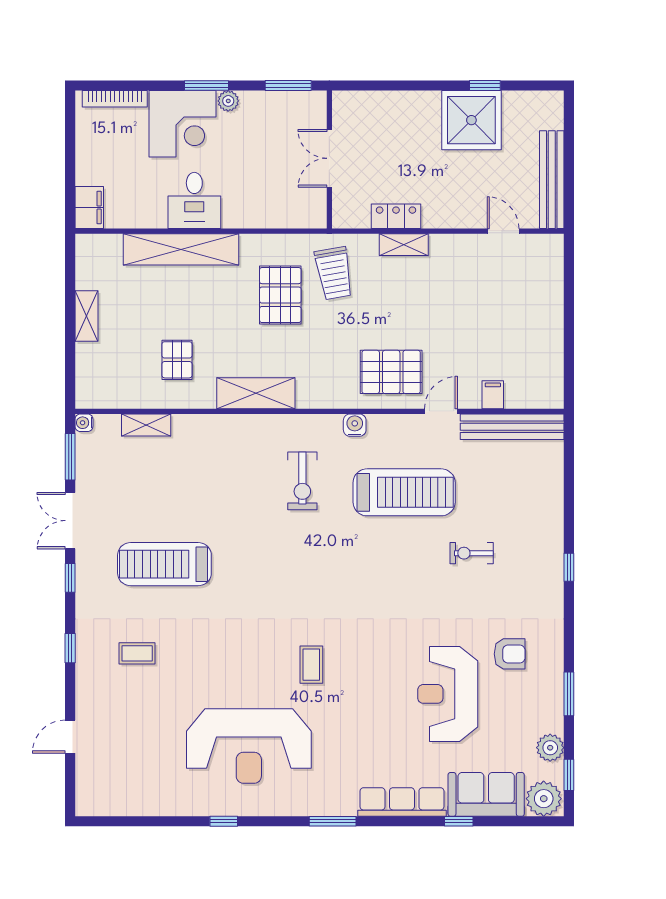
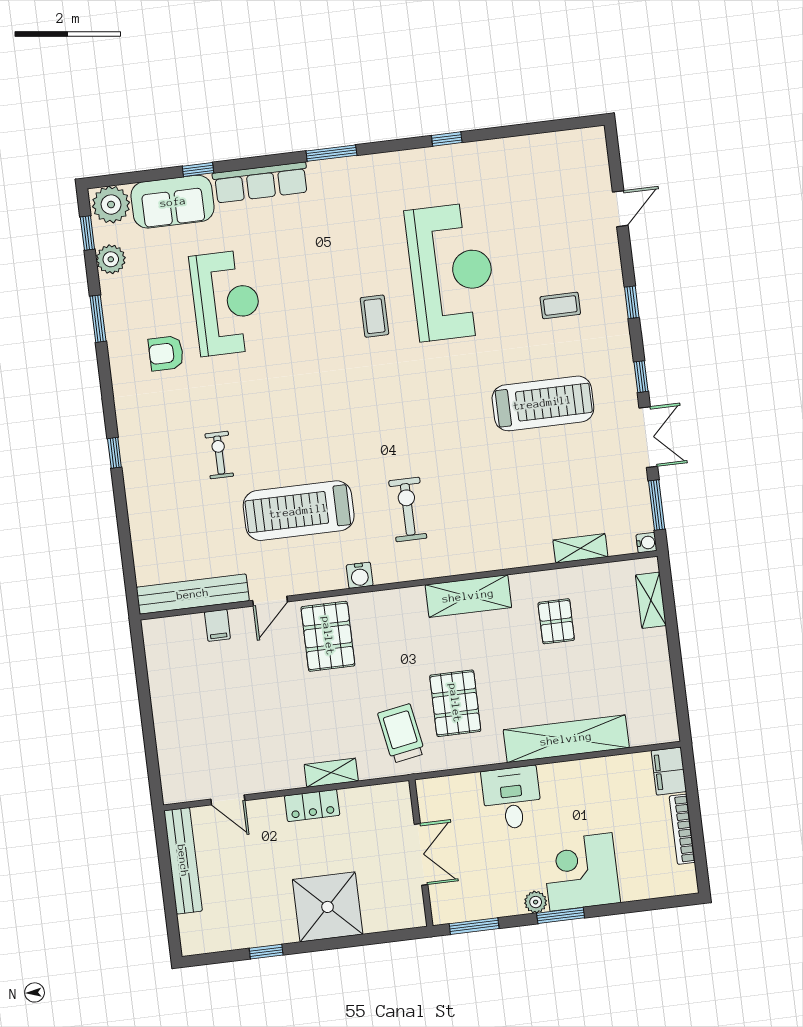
bookcase: (115, 99) -> (682, 829), moved, turned -90
shower: (471, 120) -> (328, 907), moved
desk: (194, 200) -> (512, 798), moved
locker: (396, 216) -> (312, 806), moved
shelving: (87, 316) -> (651, 600), moved
pallet: (391, 372) -> (328, 636), turned 90
exercise bike: (472, 553) -> (219, 455), turned -90
reception desk: (249, 746) -> (451, 272), moved, turned 90

